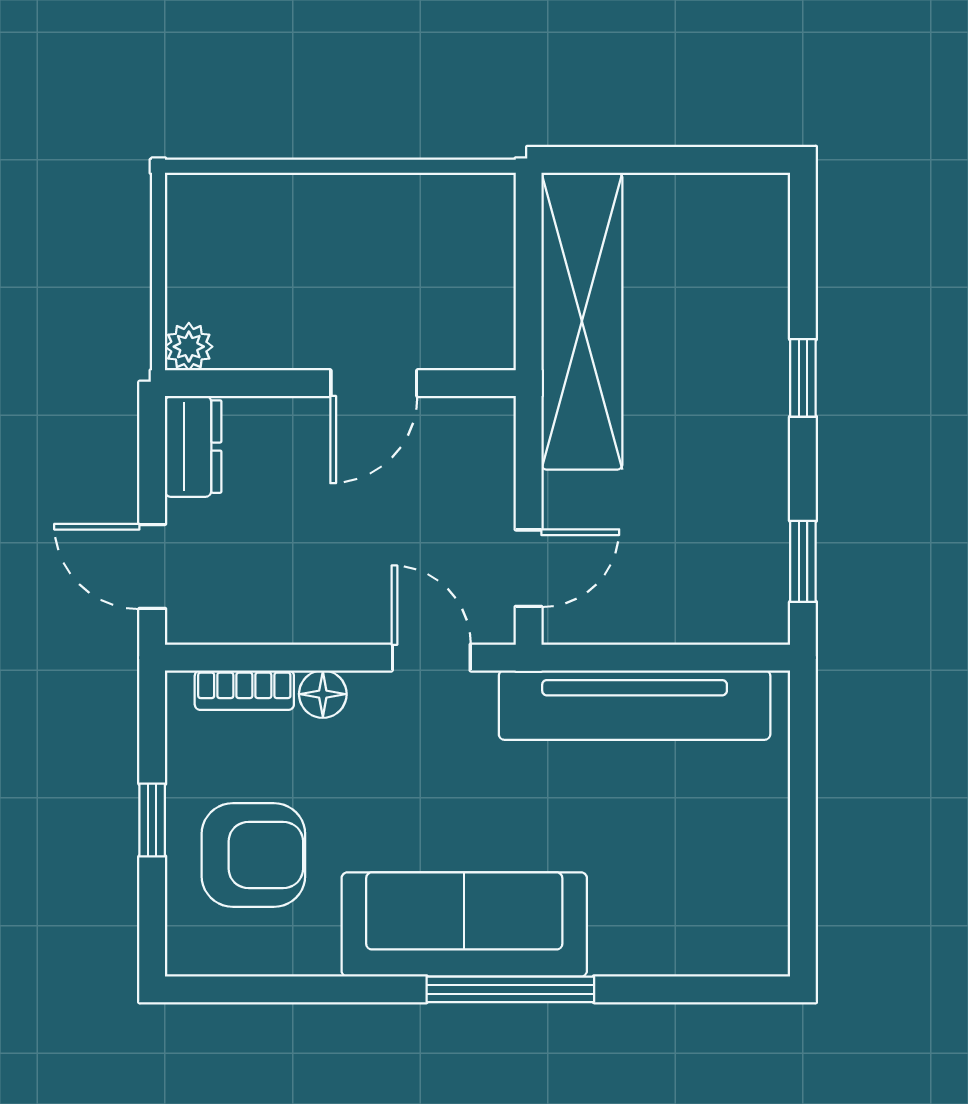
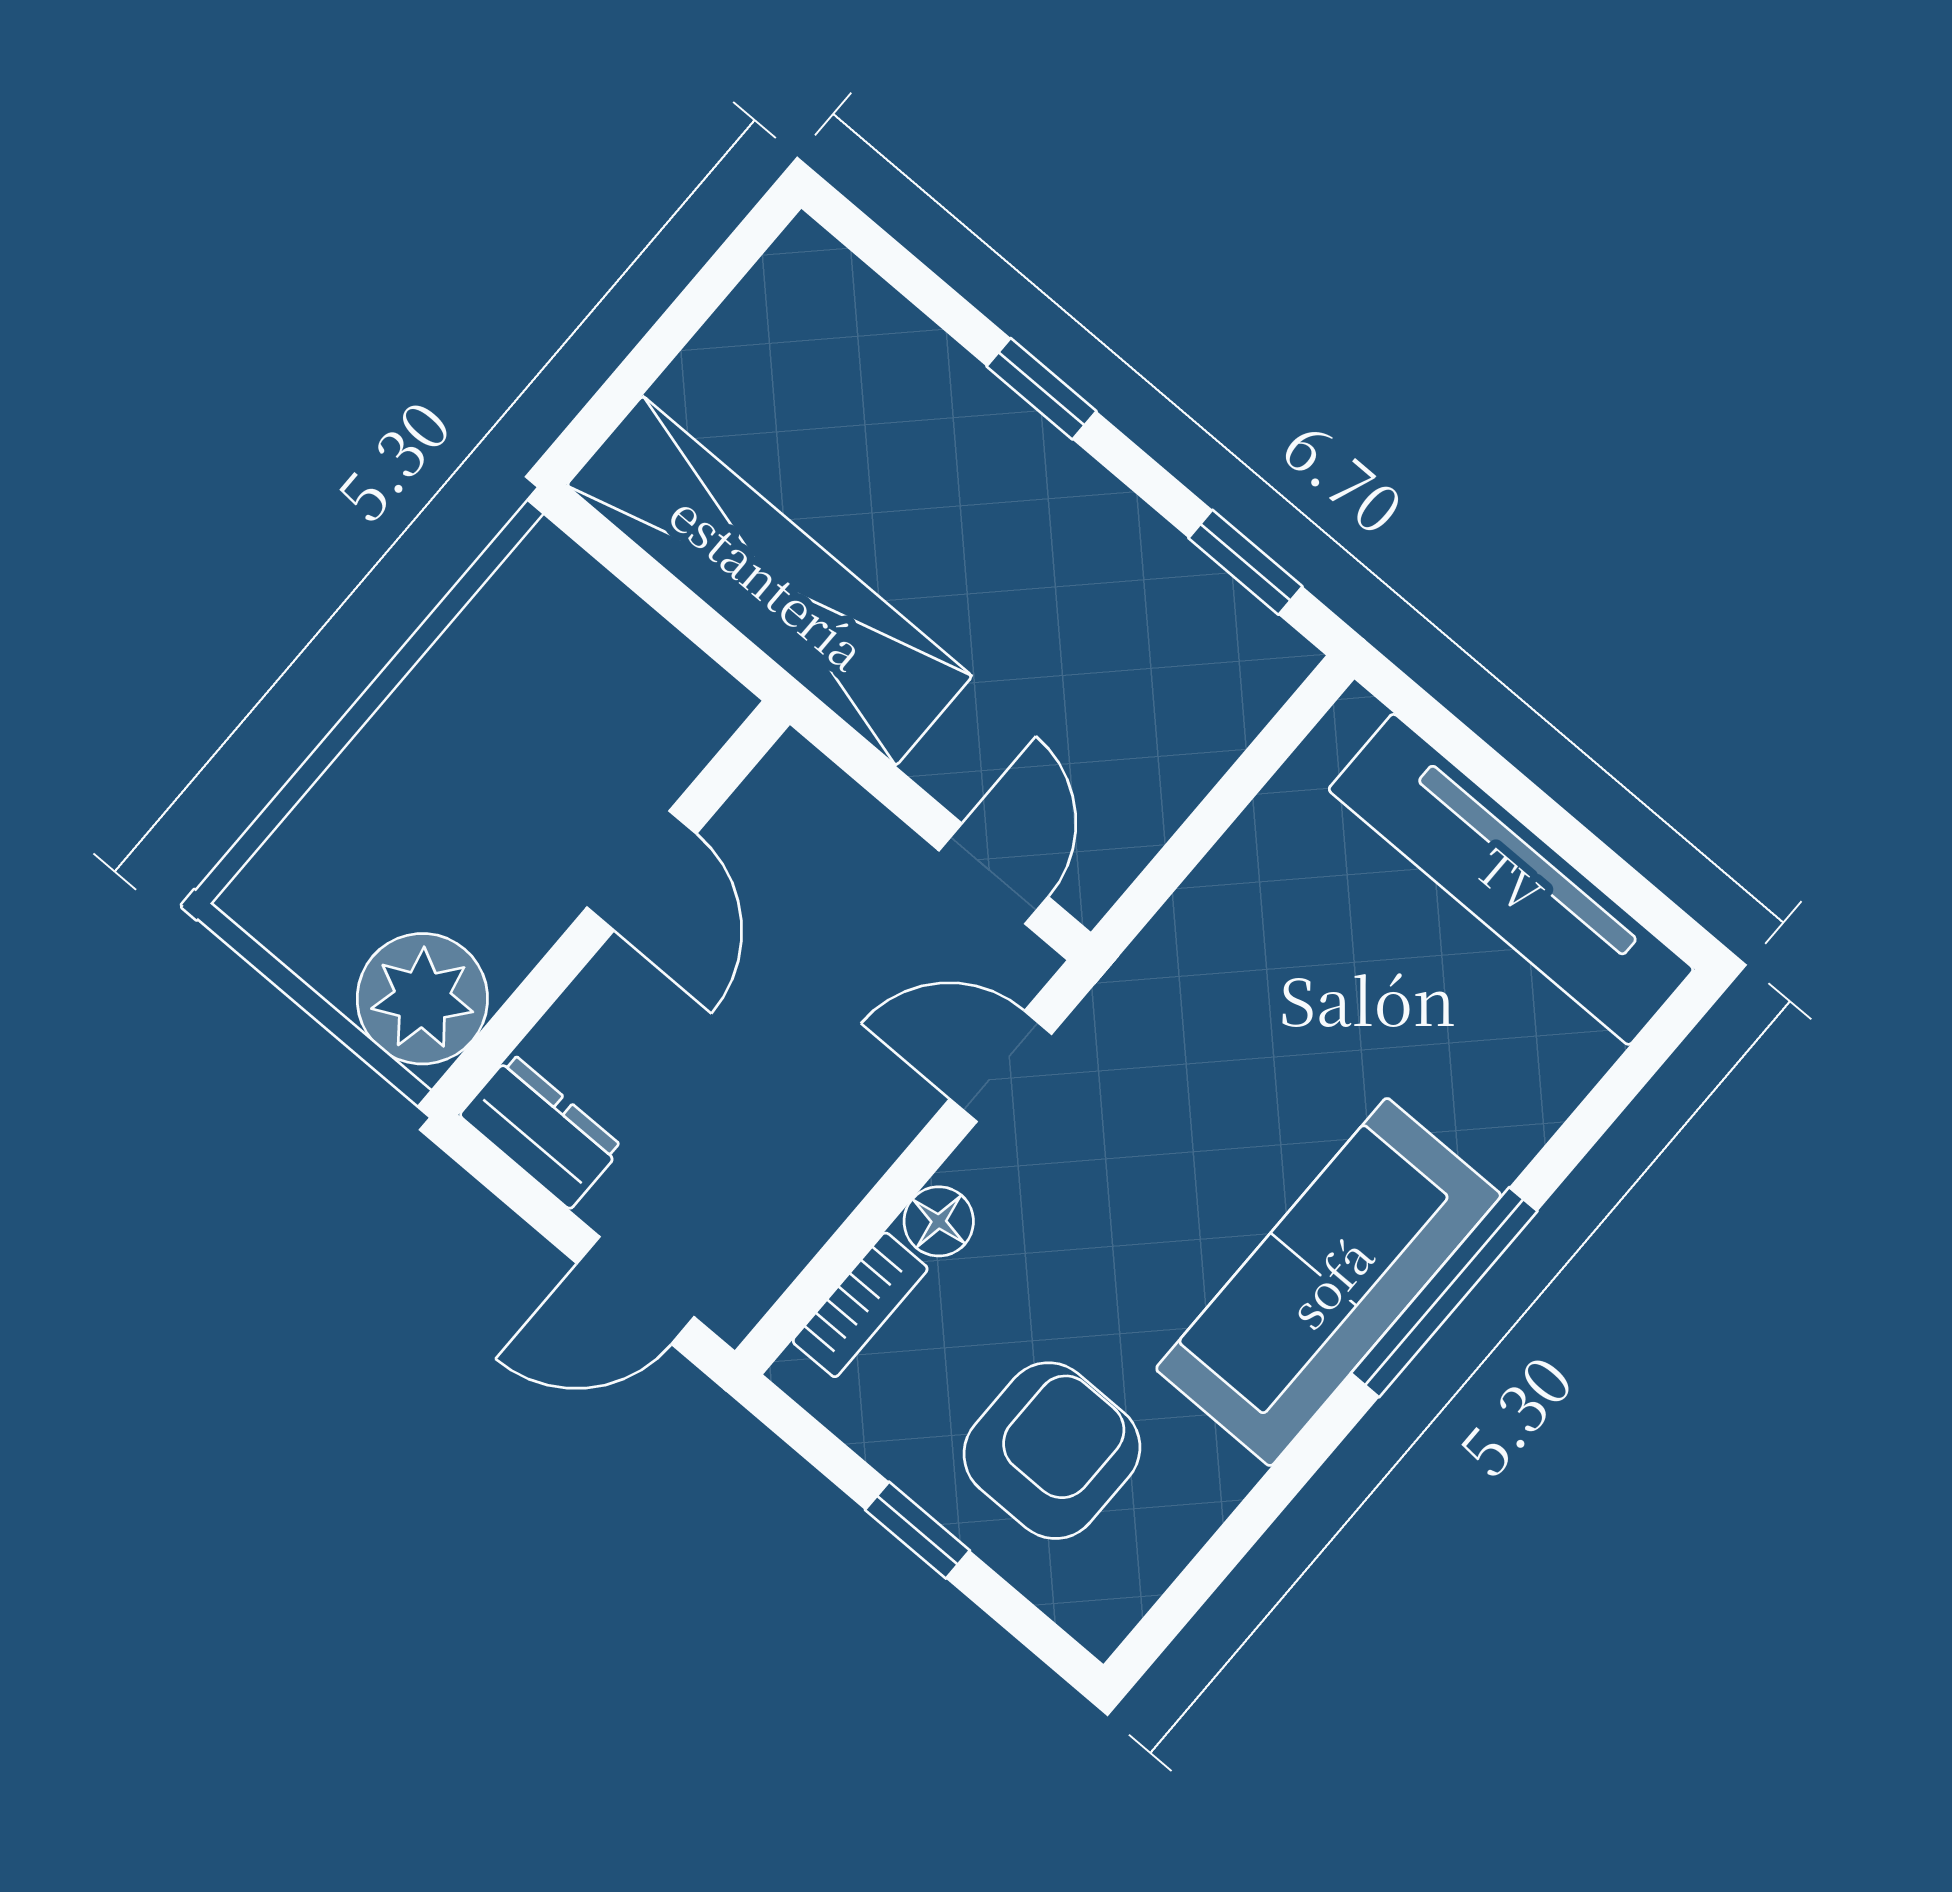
plant: (189, 347) -> (422, 999), width x1.88, depth x1.88
tv unit: (635, 705) -> (1511, 879), moved, turned 90

